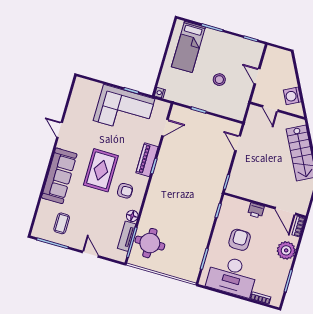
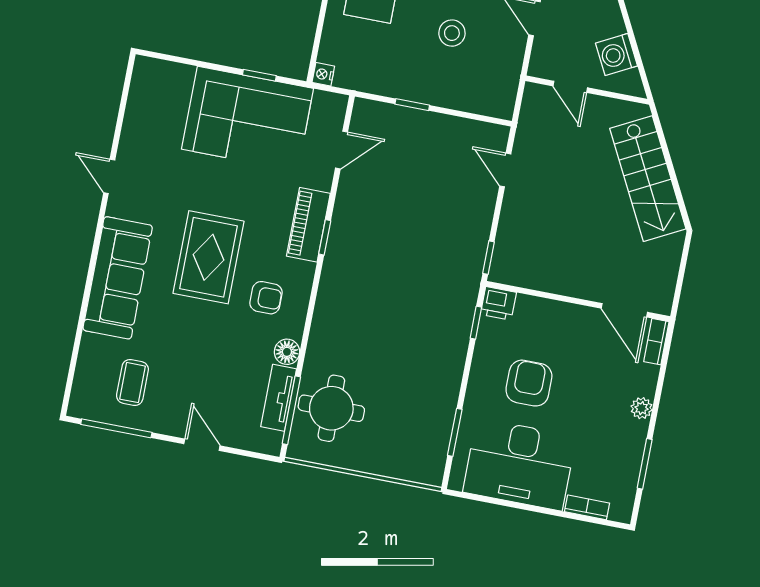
printer: (256, 211) -> (498, 303), moved
plant: (286, 250) -> (642, 408), width x0.53, depth x0.53

